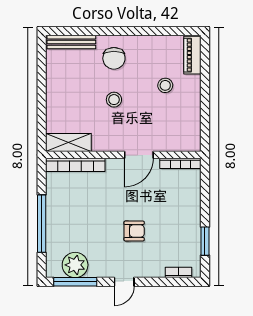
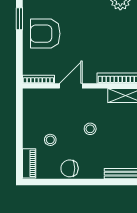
chair: (114, 58) -> (70, 168), moved, turned -90
armchair: (134, 231) -> (45, 34), moved, width x1.88, depth x1.88

